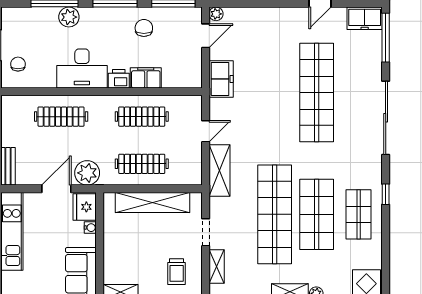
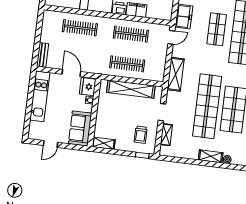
shop shelf: (275, 93) -> (217, 29), added
door: (206, 131) -> (171, 37), moved
plant: (87, 173) -> (92, 65), removed
door: (56, 189) -> (71, 73), hinge flipped

